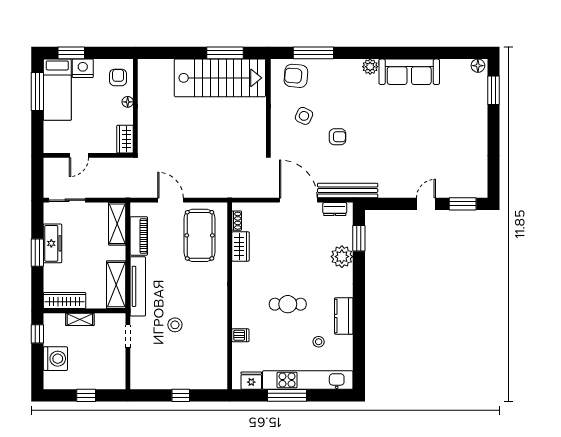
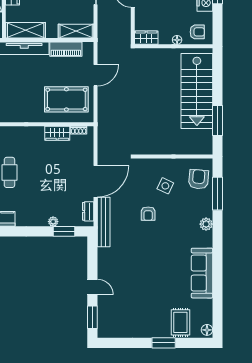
plant: (370, 67) -> (206, 224), moved
stairs: (220, 78) -> (197, 91), moved
window: (494, 90) -> (164, 343), moved
rug: (469, 98) -> (180, 322), added
plant: (342, 257) -> (53, 222), width x0.53, depth x0.53

